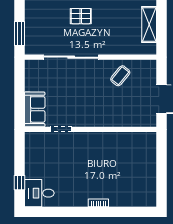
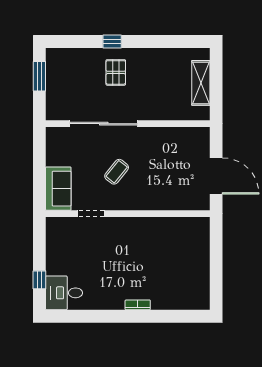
pallet: (81, 16) -> (116, 72), turned 90
window: (19, 34) -> (39, 76), moved
coffee table: (120, 76) -> (117, 172), moved

